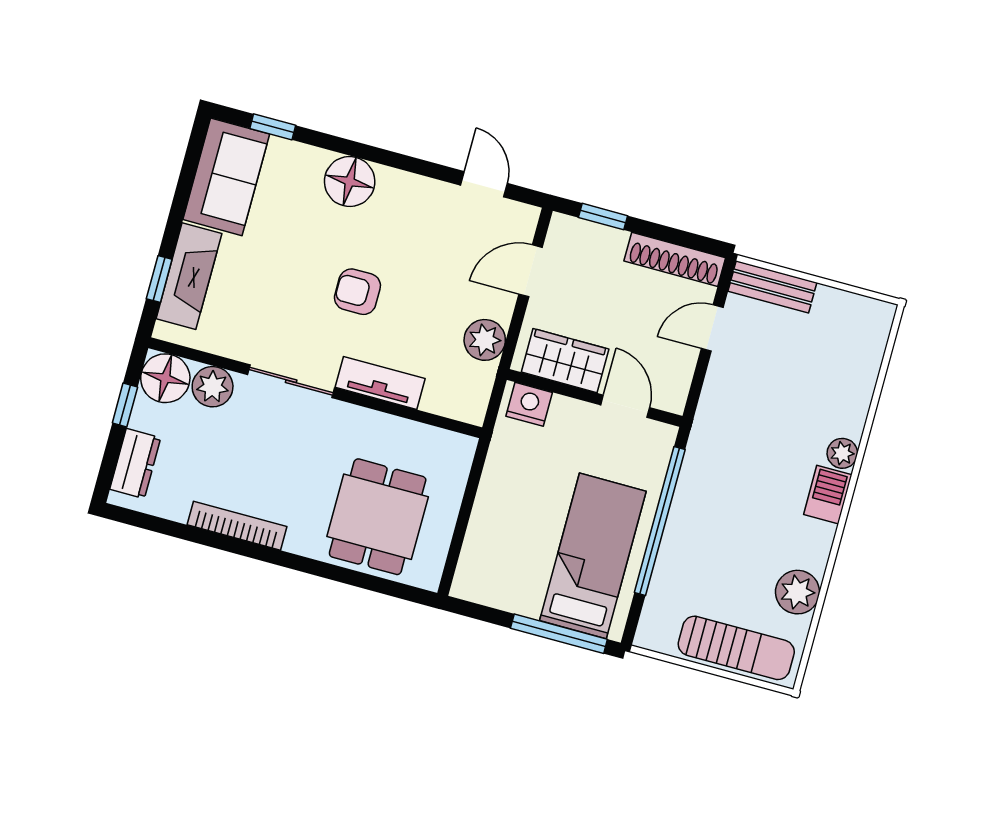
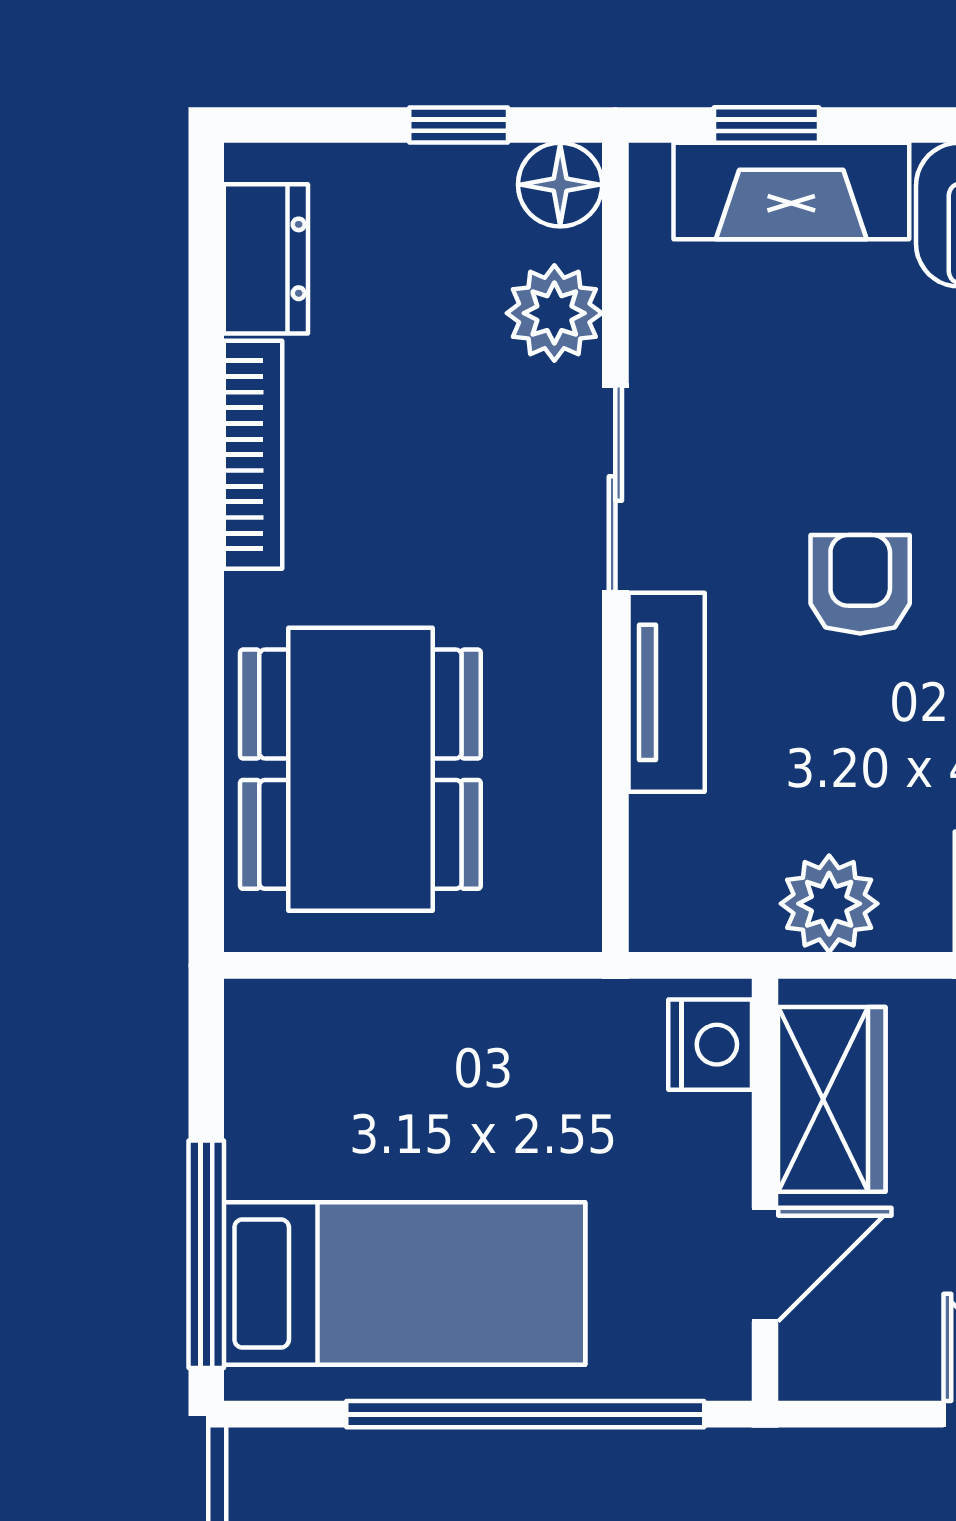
floor lamp: (165, 378) -> (560, 185), width x0.73, depth x0.73
dresser: (135, 463) -> (266, 259), moved, turned -90
dining table: (378, 517) -> (360, 769), width x1.37

